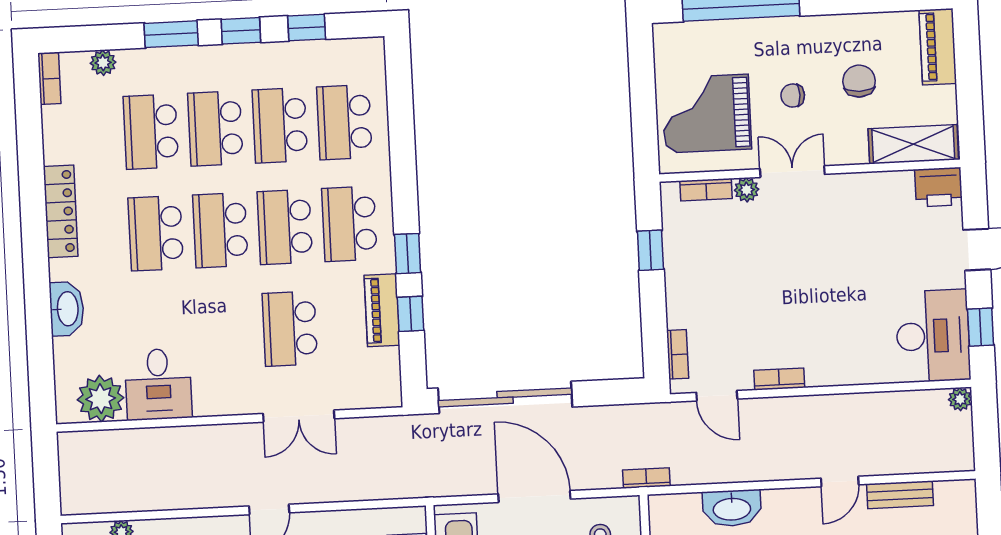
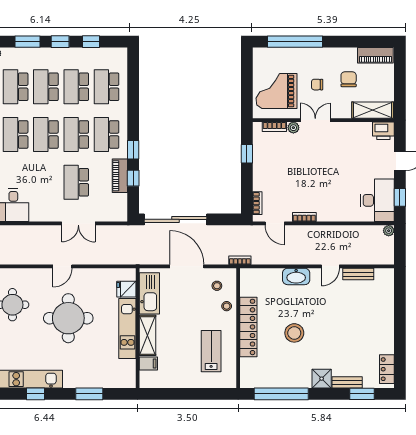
piano: (938, 47) -> (375, 55), moved, turned -90
washbasin: (732, 508) -> (296, 276), moved

